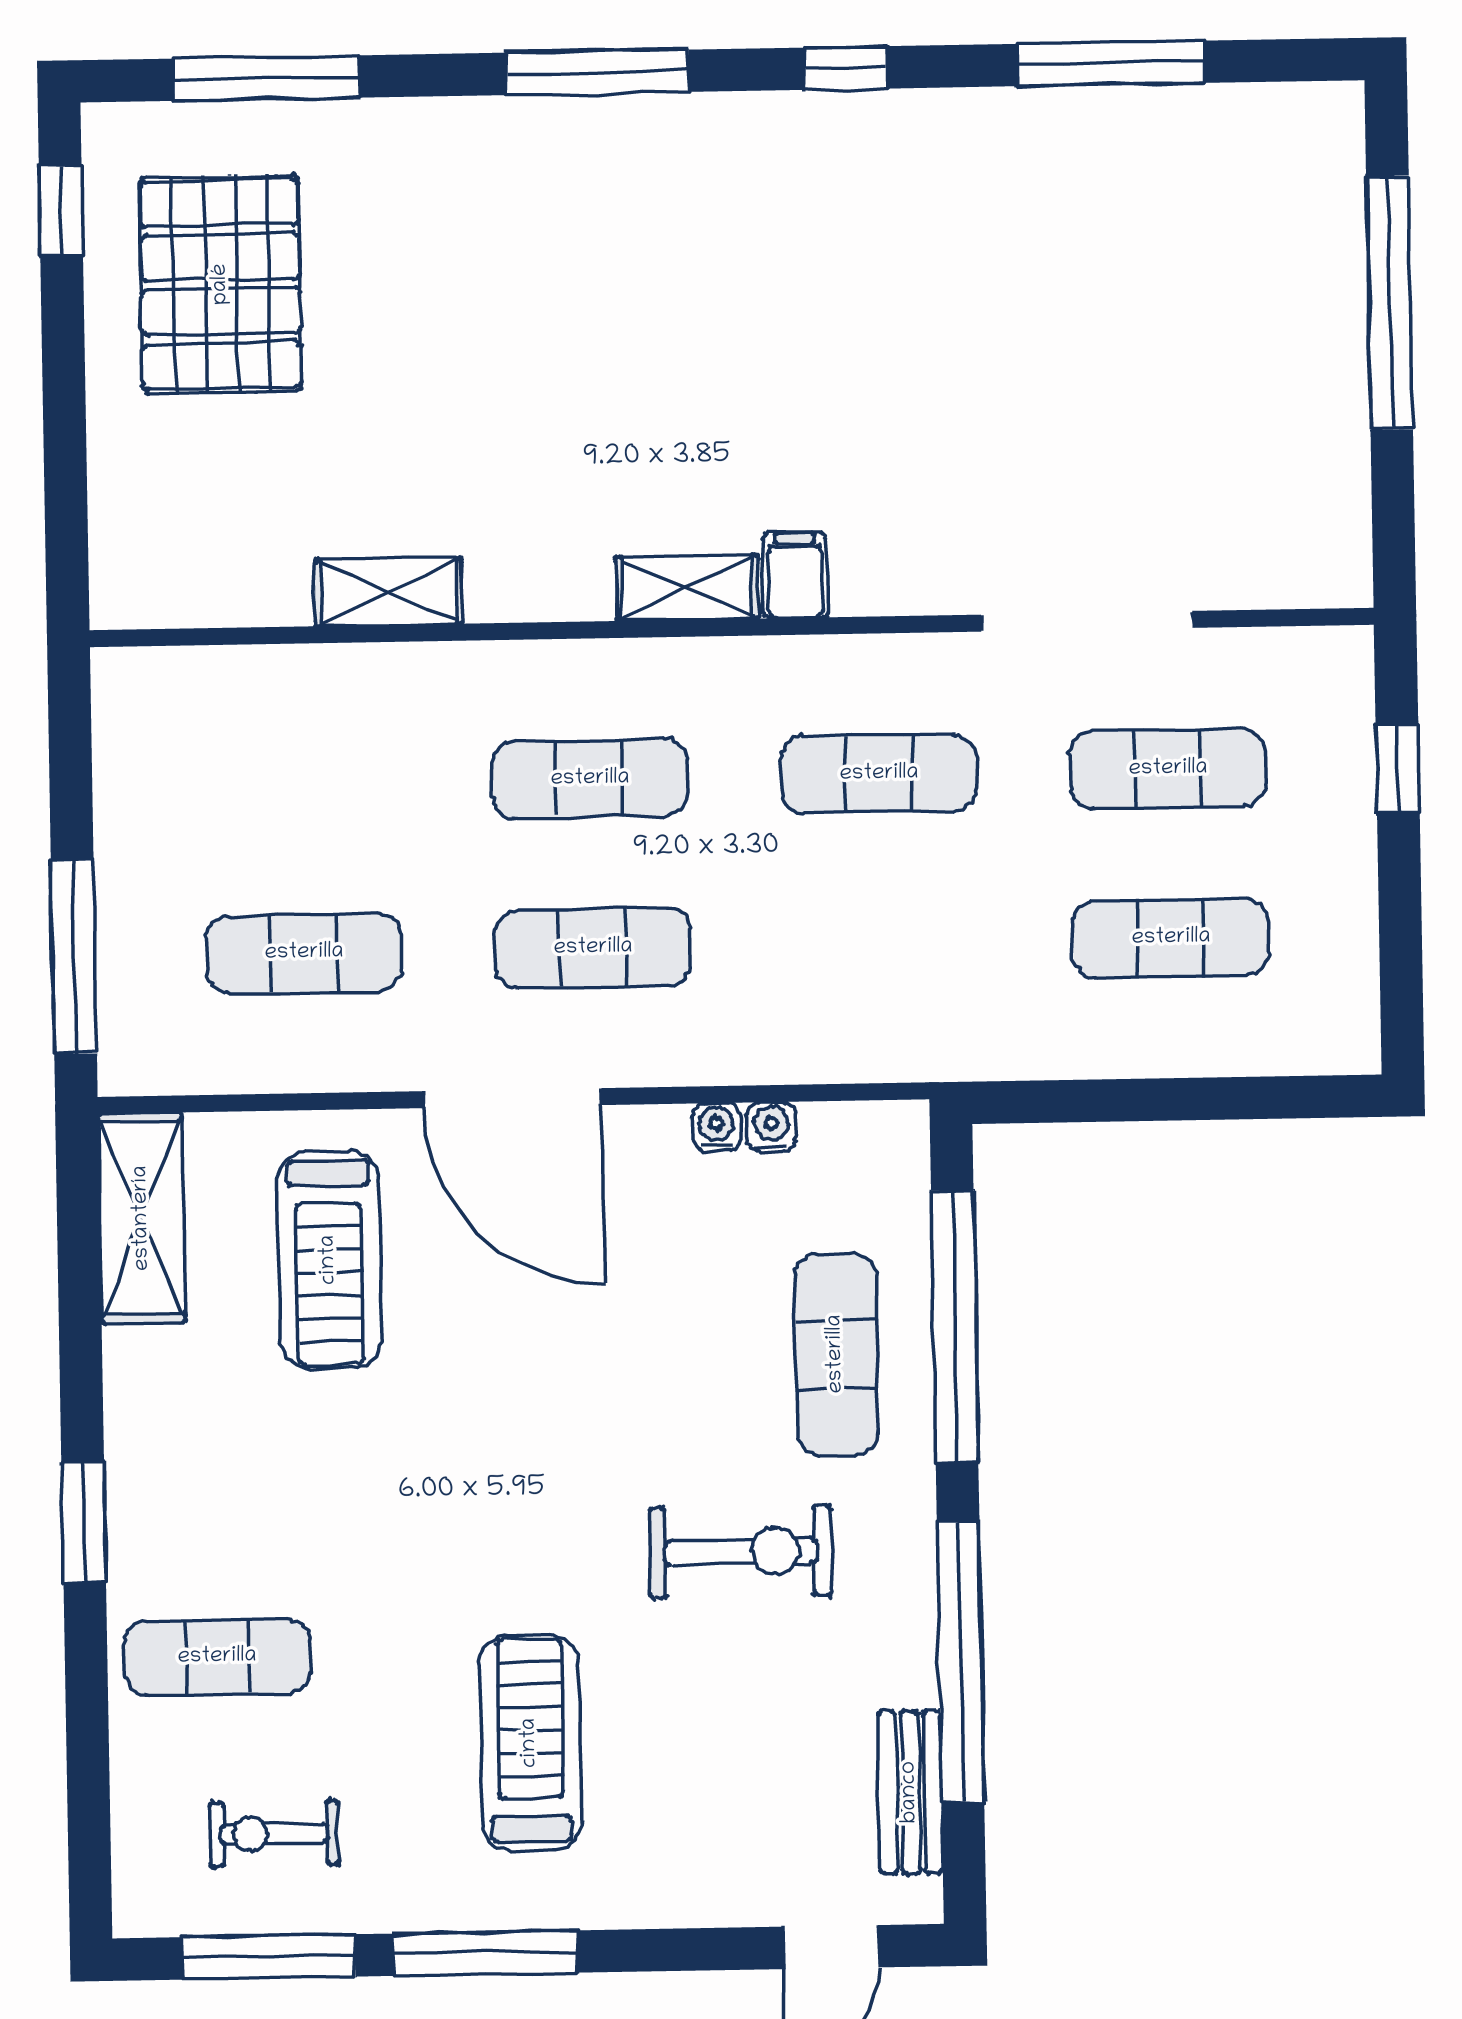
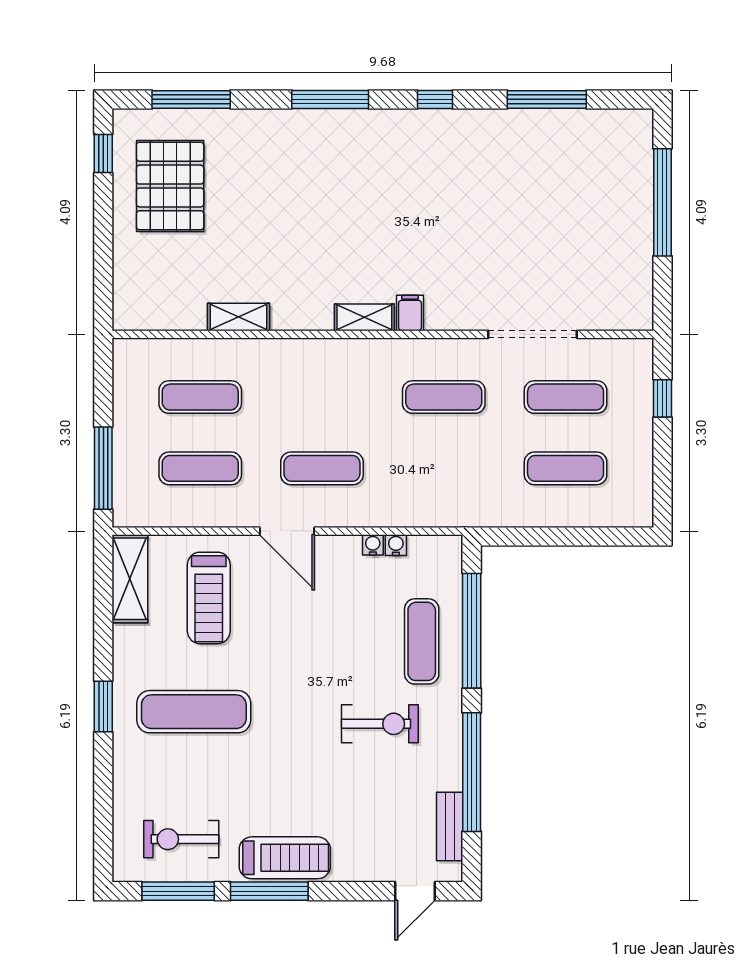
exercise mat: (590, 779) -> (200, 397), moved
door: (513, 1098) -> (287, 531), width x0.73
exercise mat: (217, 1657) -> (194, 712), moved, width x1.36, depth x1.45
treadmill: (530, 1743) -> (285, 858), moved, turned 90
exercise bike: (274, 1834) -> (181, 839), width x1.38, depth x1.39

